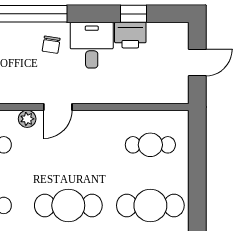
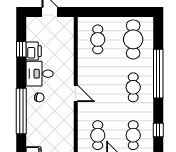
plant: (27, 119) -> (83, 111), removed
cafe table: (68, 205) -> (133, 87), width x0.73, depth x0.74

